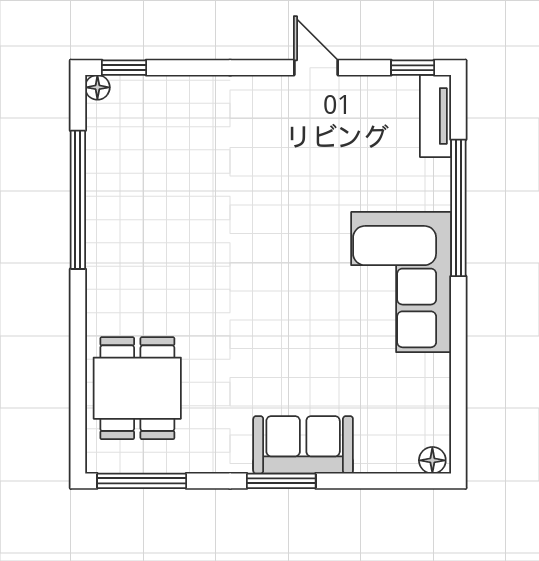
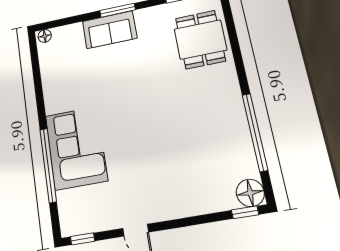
floor lamp: (97, 87) -> (250, 193), width x1.89, depth x1.89
tv unit: (435, 116) -> (67, 213), removed
corner sofa: (401, 282) -> (76, 148), moved

